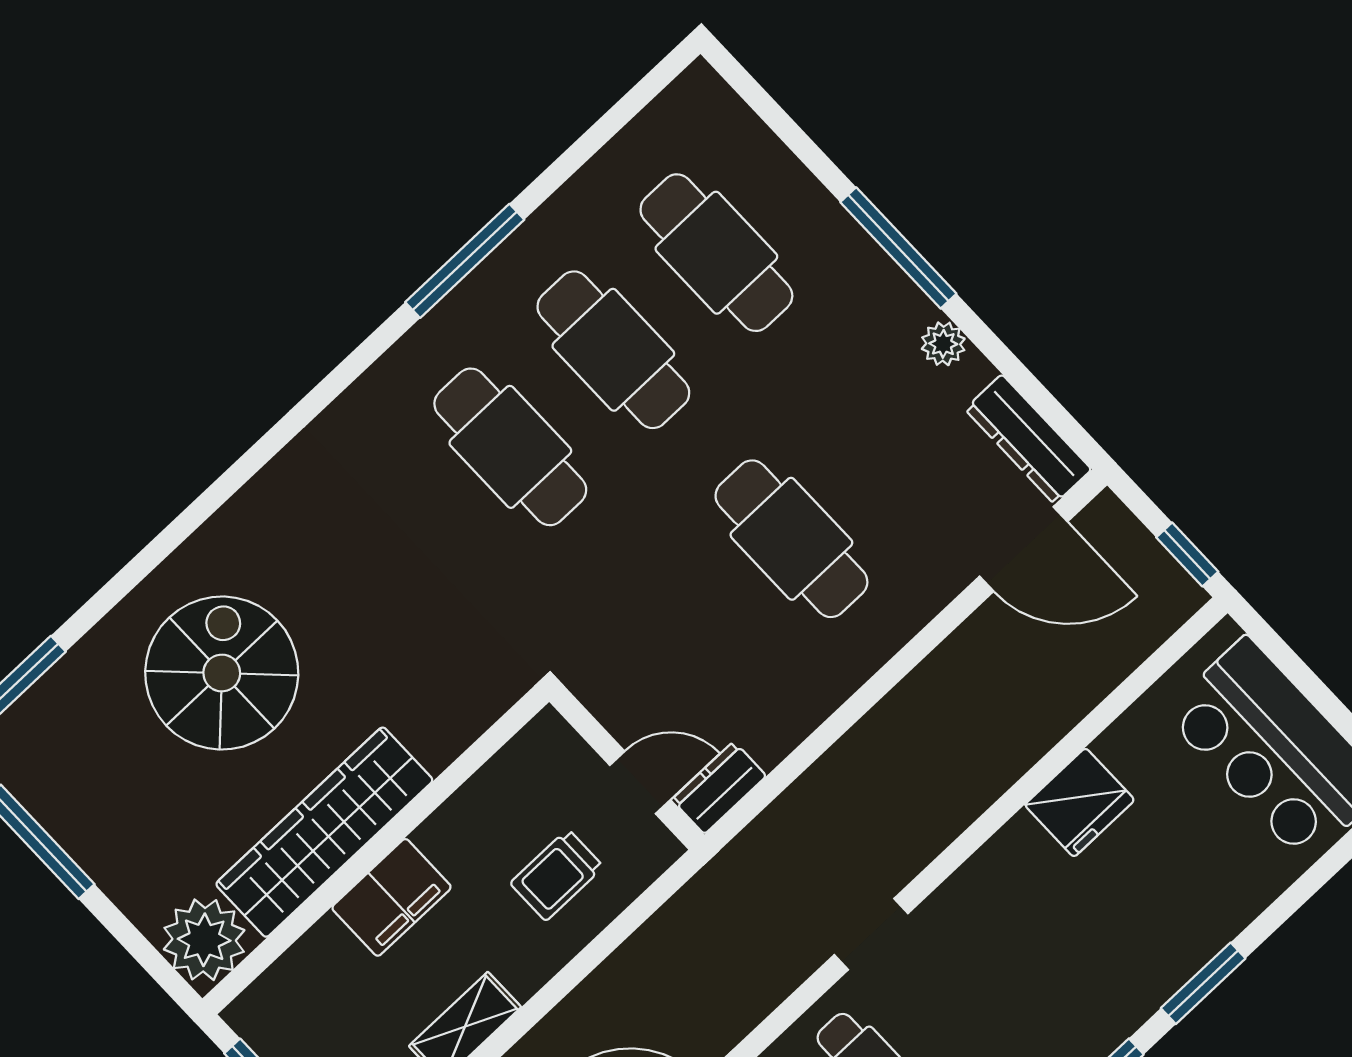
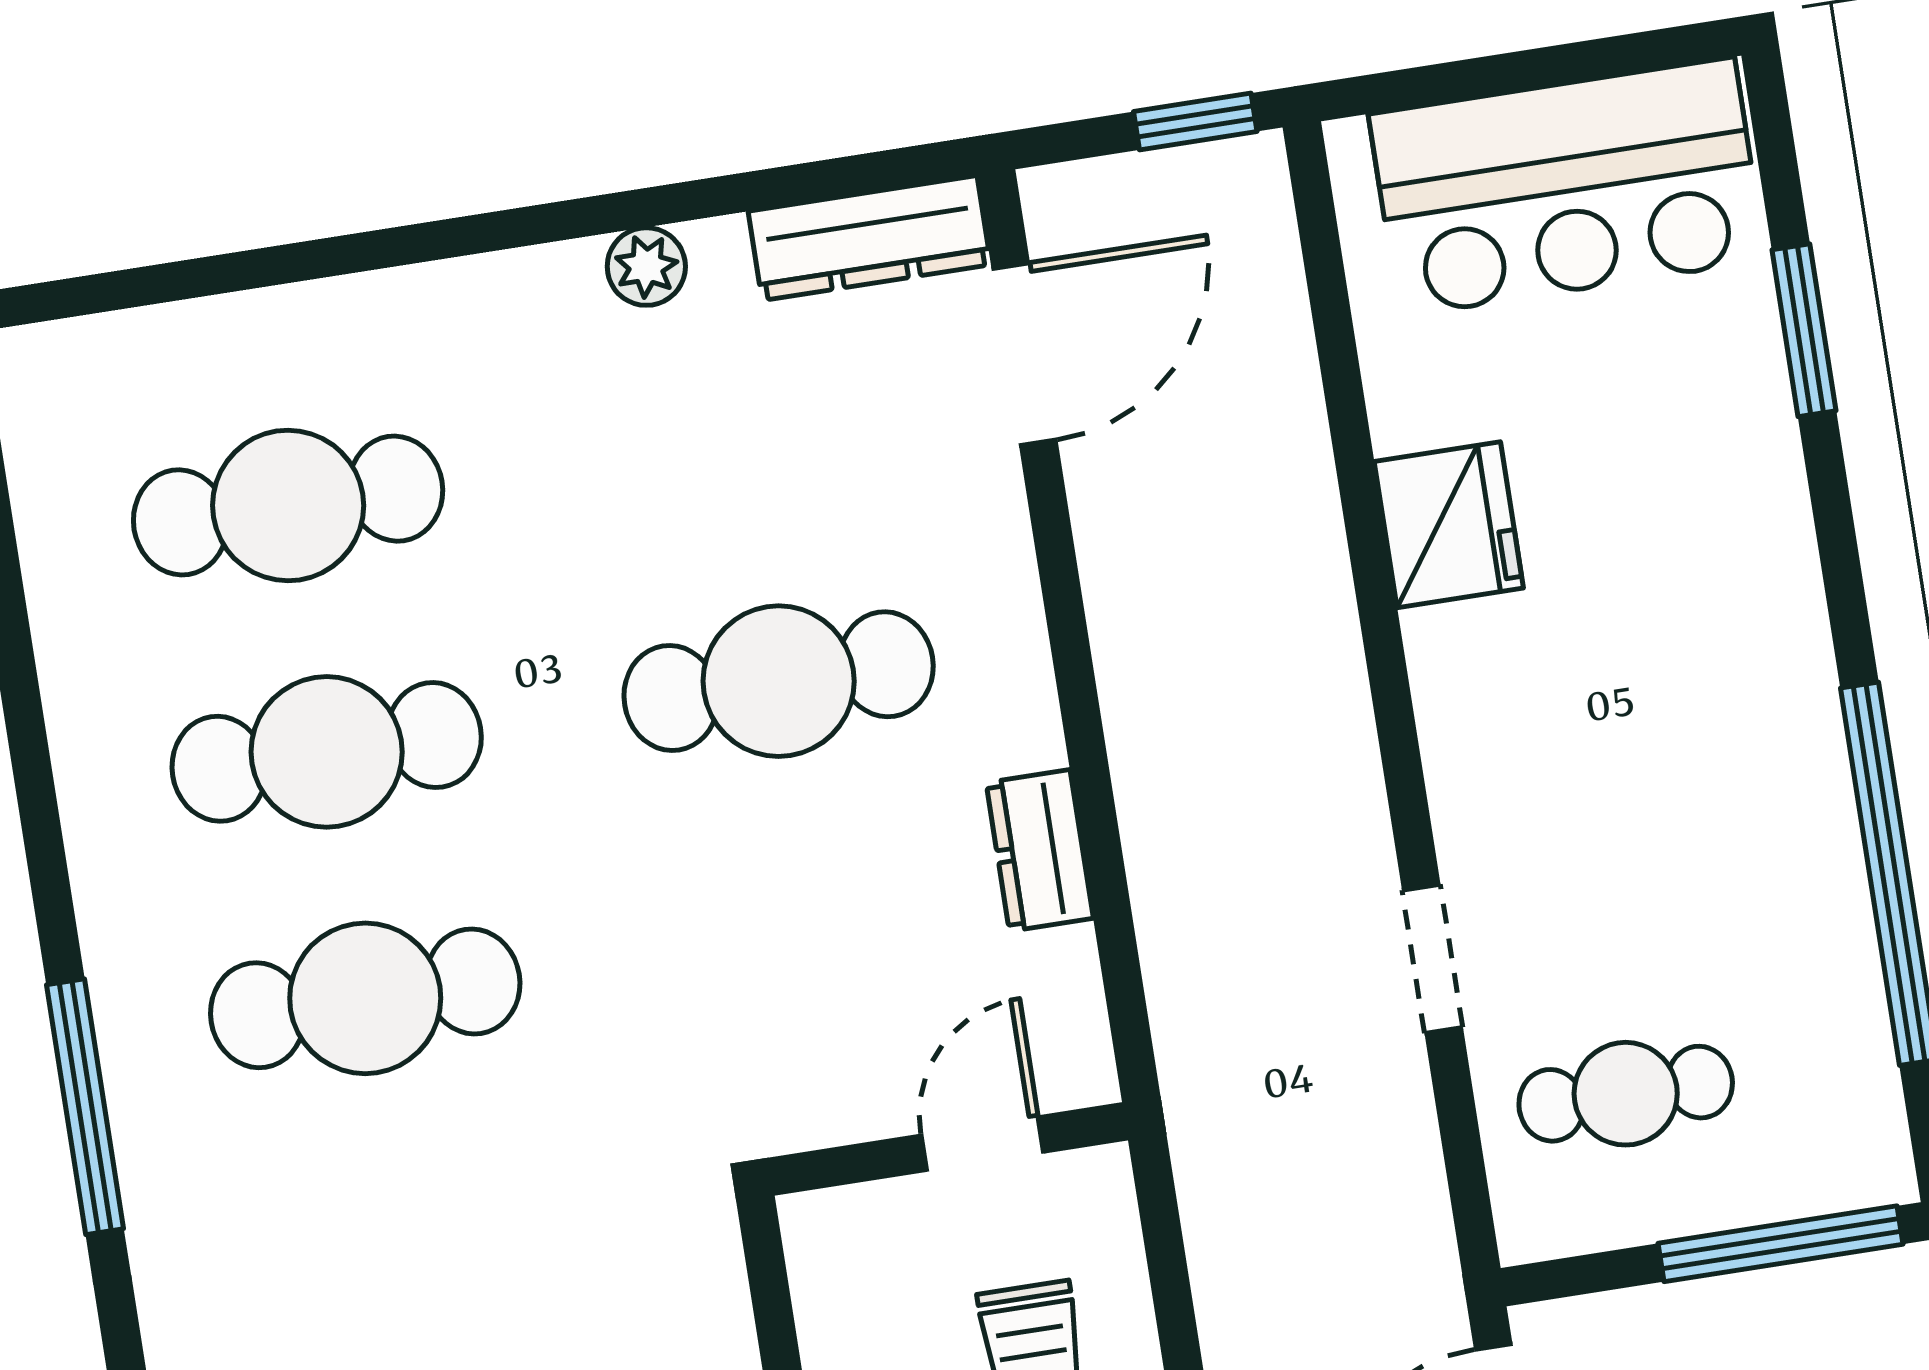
window: (898, 248) -> (462, 236), removed
window: (465, 261) -> (85, 1107), moved
dresser: (719, 788) -> (1040, 850), moved
window: (1203, 983) -> (1804, 330), moved

